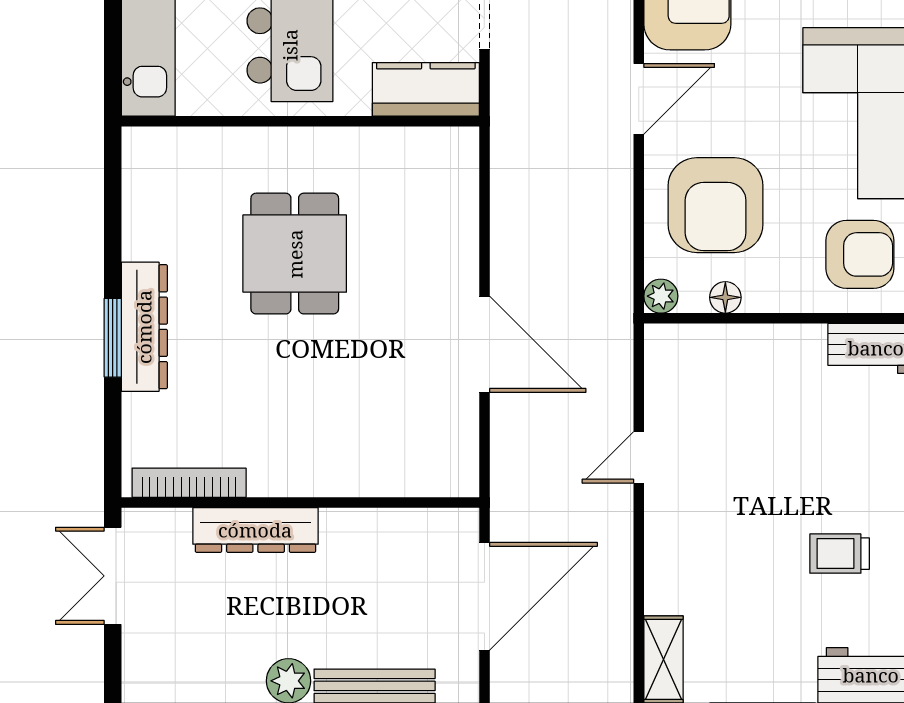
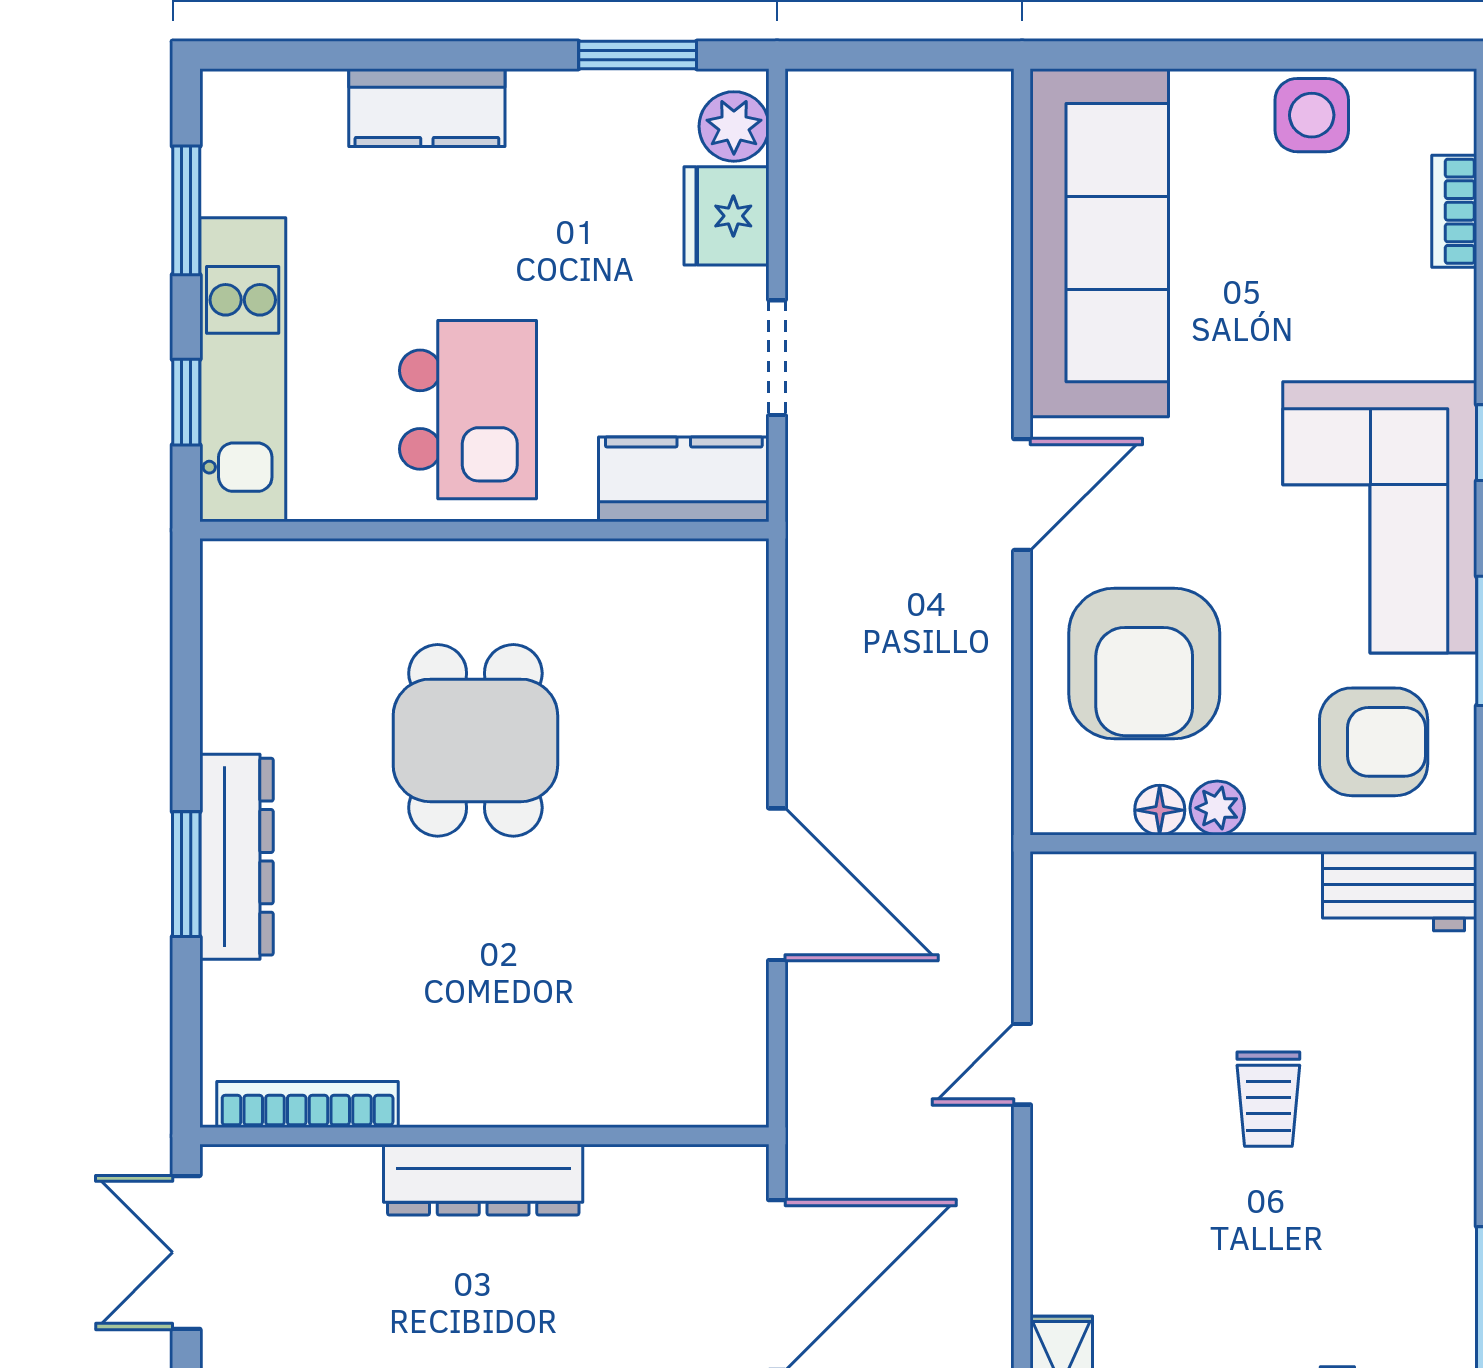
window: (113, 41) -> (186, 402), added
plant: (661, 296) -> (1217, 808), moved
dresser: (255, 530) -> (483, 1180), moved
trolley: (840, 554) -> (1268, 1099), moved, turned -90

